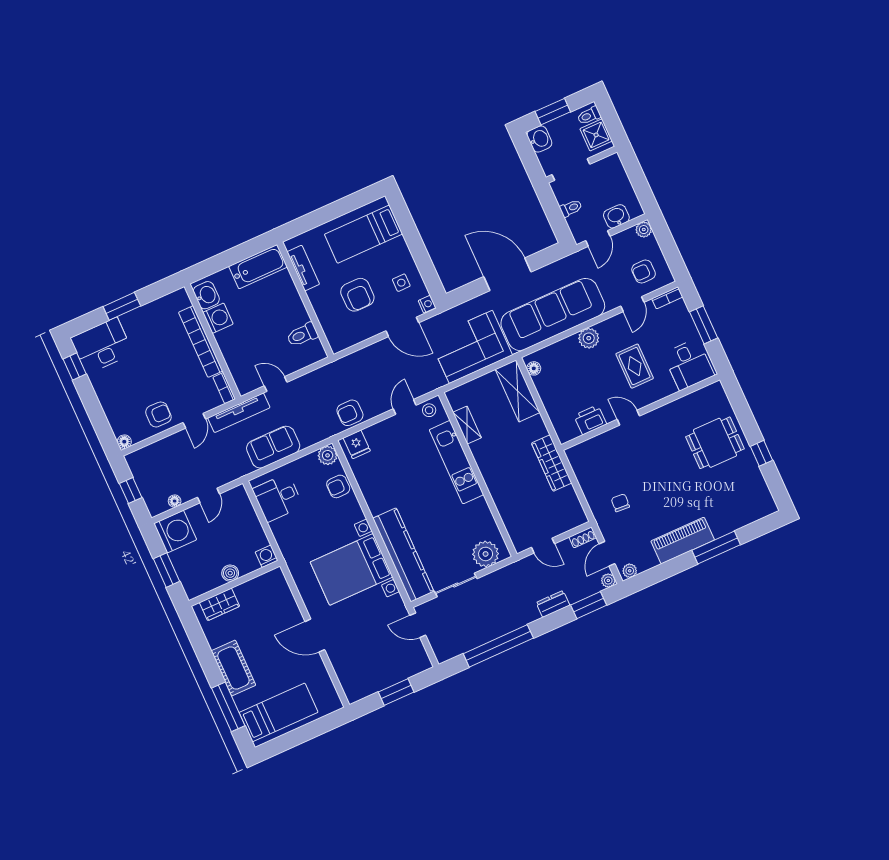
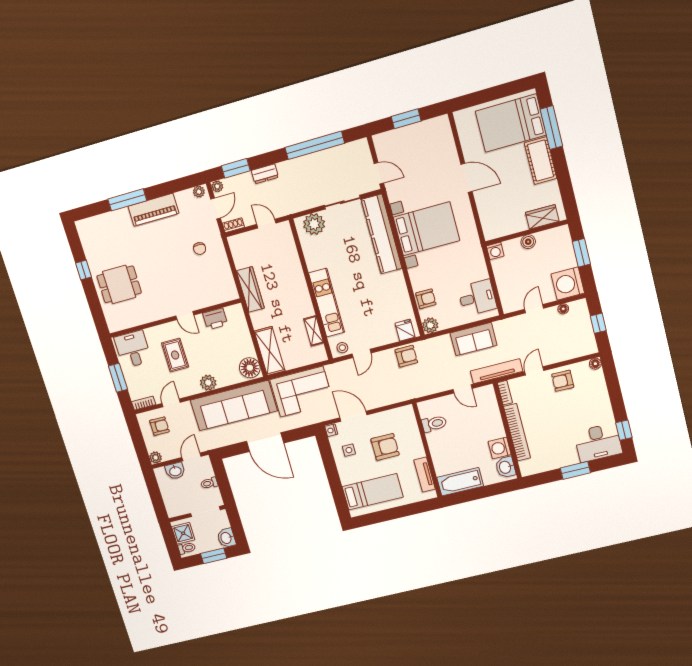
armchair: (357, 295) -> (385, 447), turned 90
floor lamp: (534, 368) -> (250, 368), width x1.89, depth x1.89
bed: (279, 712) -> (511, 123), width x1.50

